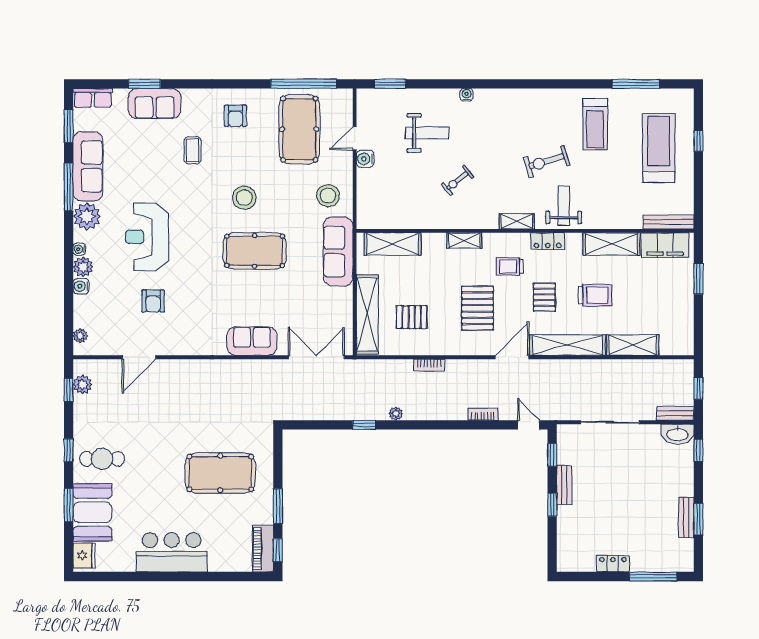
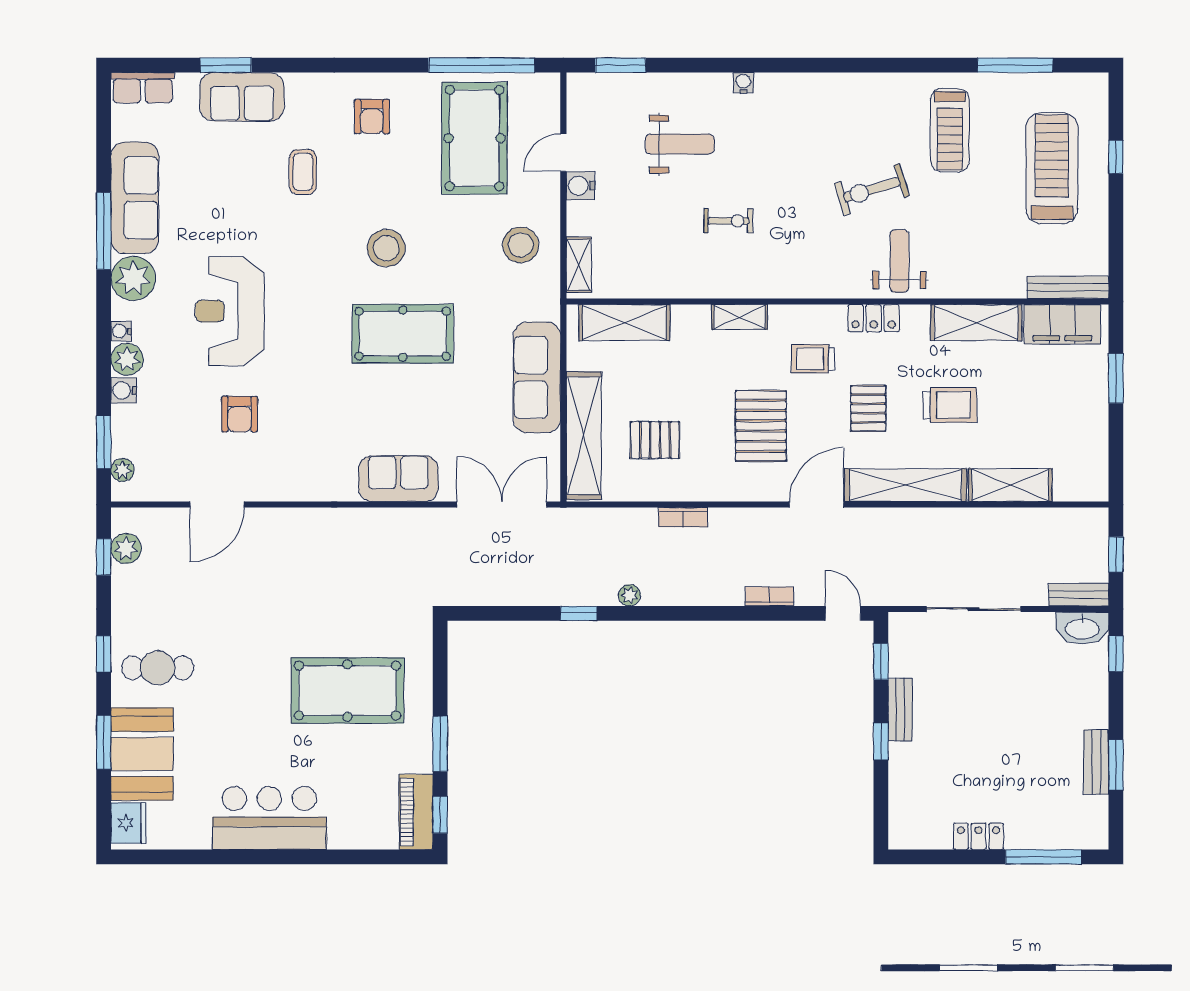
window: (69, 126) -> (104, 442), moved
exercise bike: (457, 181) -> (728, 221), turned -141
shelving: (517, 221) -> (579, 265), moved, turned 90
sofa: (338, 251) -> (537, 377), moved

